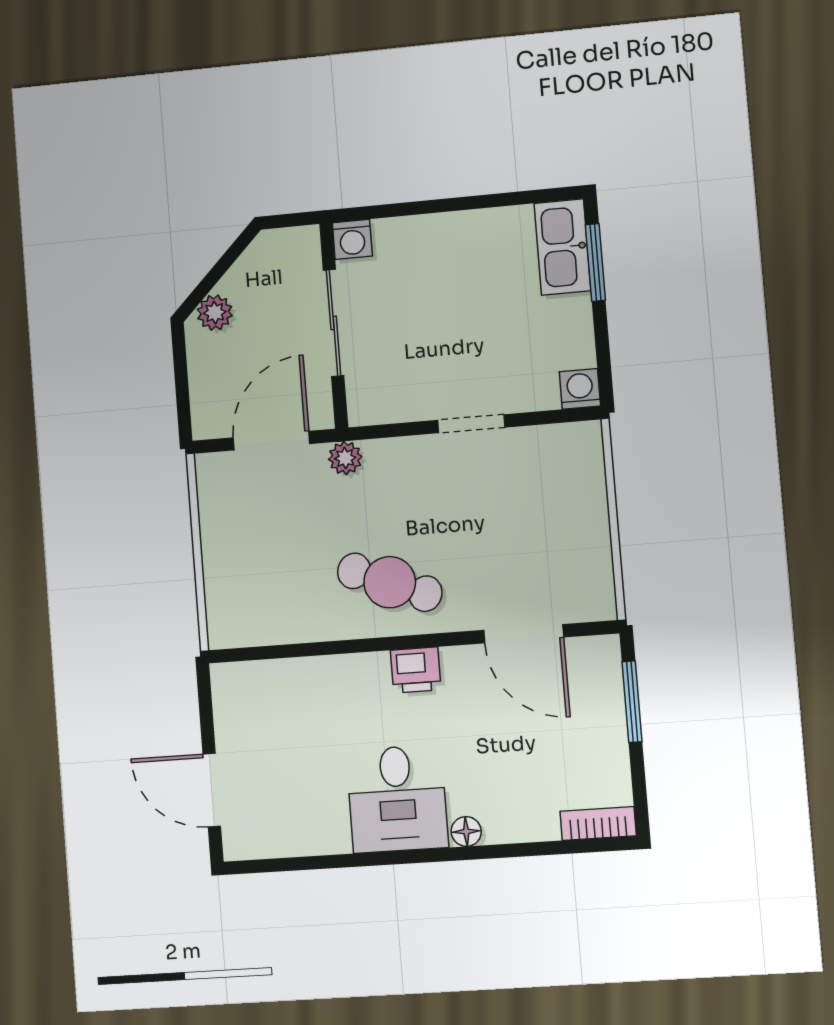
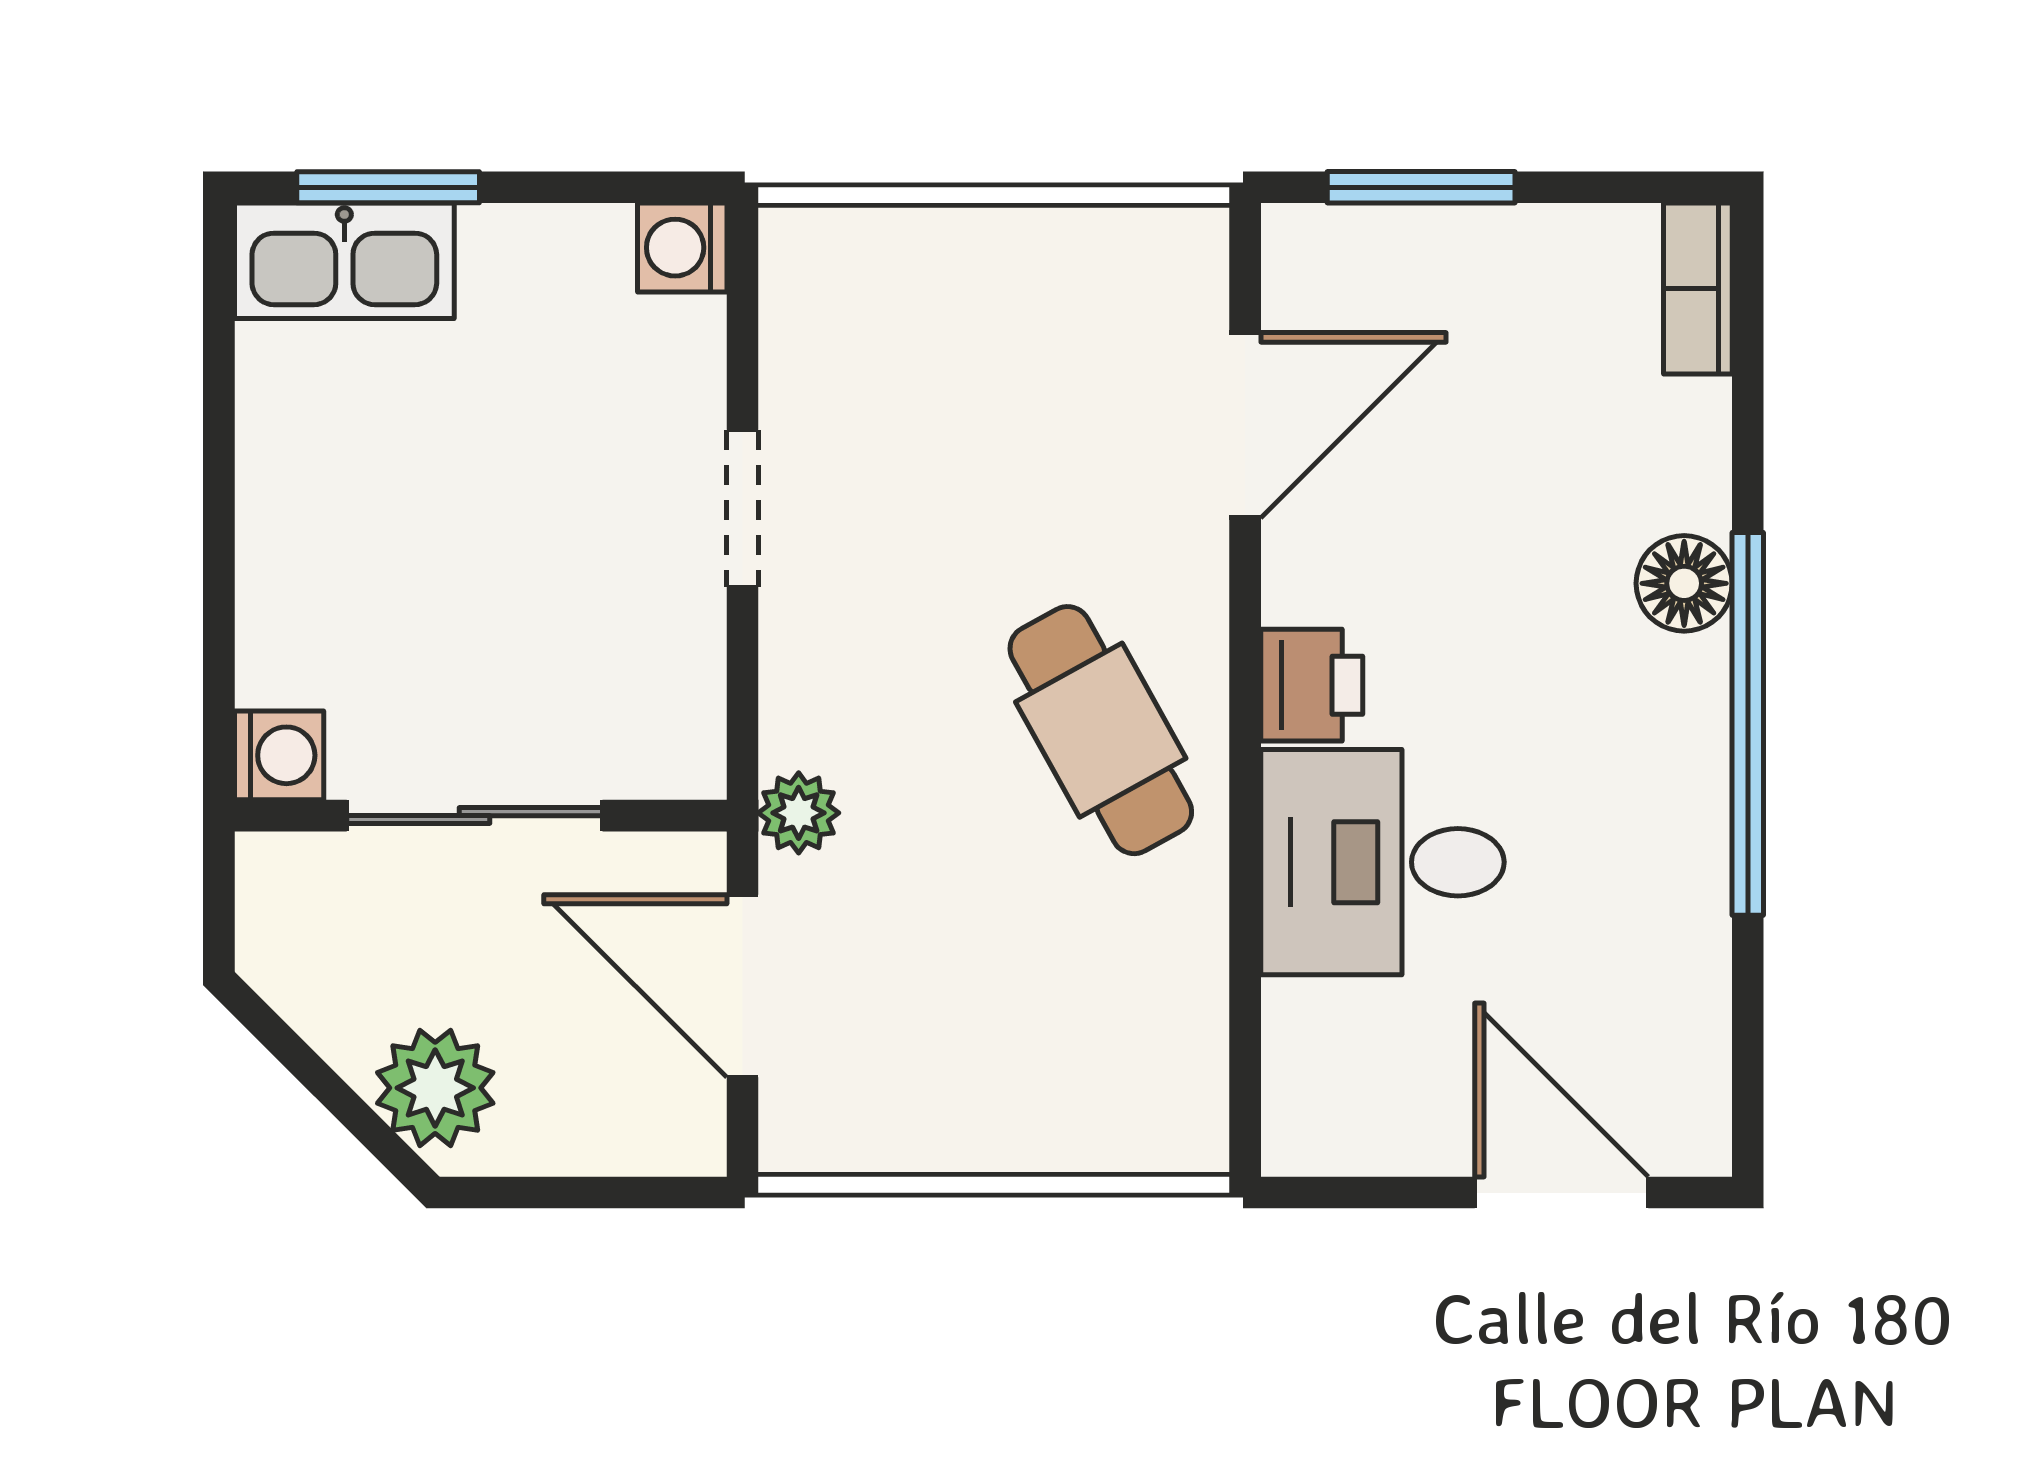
plant: (215, 313) -> (435, 1088), width x1.38, depth x1.38
cafe table: (390, 582) -> (1101, 730), turned -51
door: (212, 790) -> (1561, 1193), swing flipped
desk: (397, 799) -> (1382, 862), moved, turned 180
floor lamp: (466, 831) -> (1684, 583), width x1.37, depth x1.37
window: (414, 857) -> (1748, 724), added

